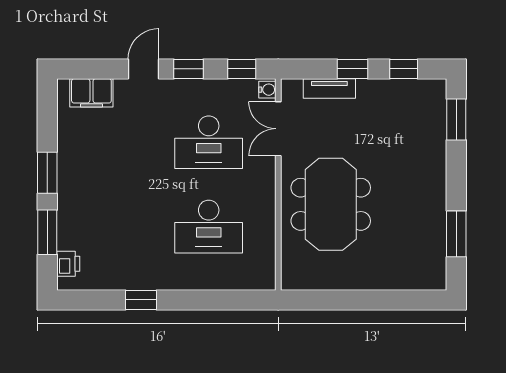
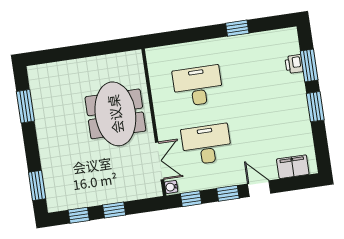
door: (143, 69) -> (259, 189), swing flipped
tv unit: (329, 88) -> (128, 194), removed
printer: (68, 264) -> (294, 64), moved

